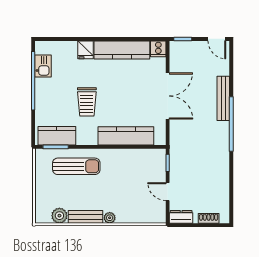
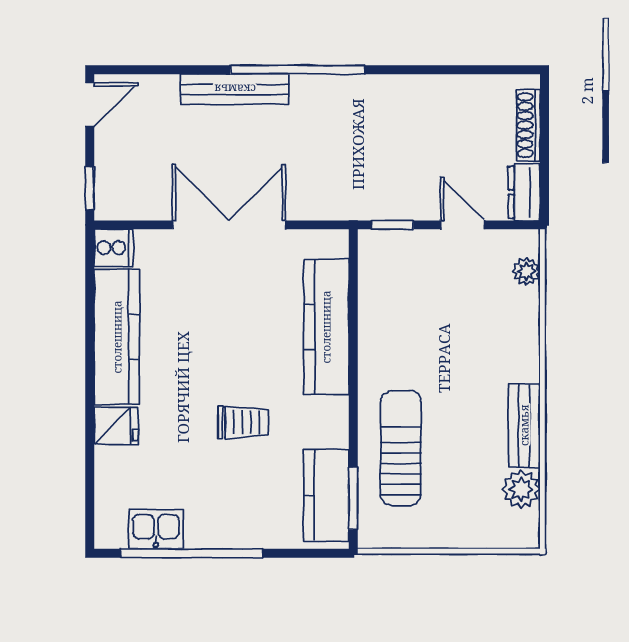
trolley: (87, 102) -> (243, 422), width x0.73, depth x0.72
door: (168, 192) -> (462, 225), swing flipped
plant: (110, 218) -> (526, 271), moved
shoe rack: (209, 218) -> (528, 125), width x1.43

